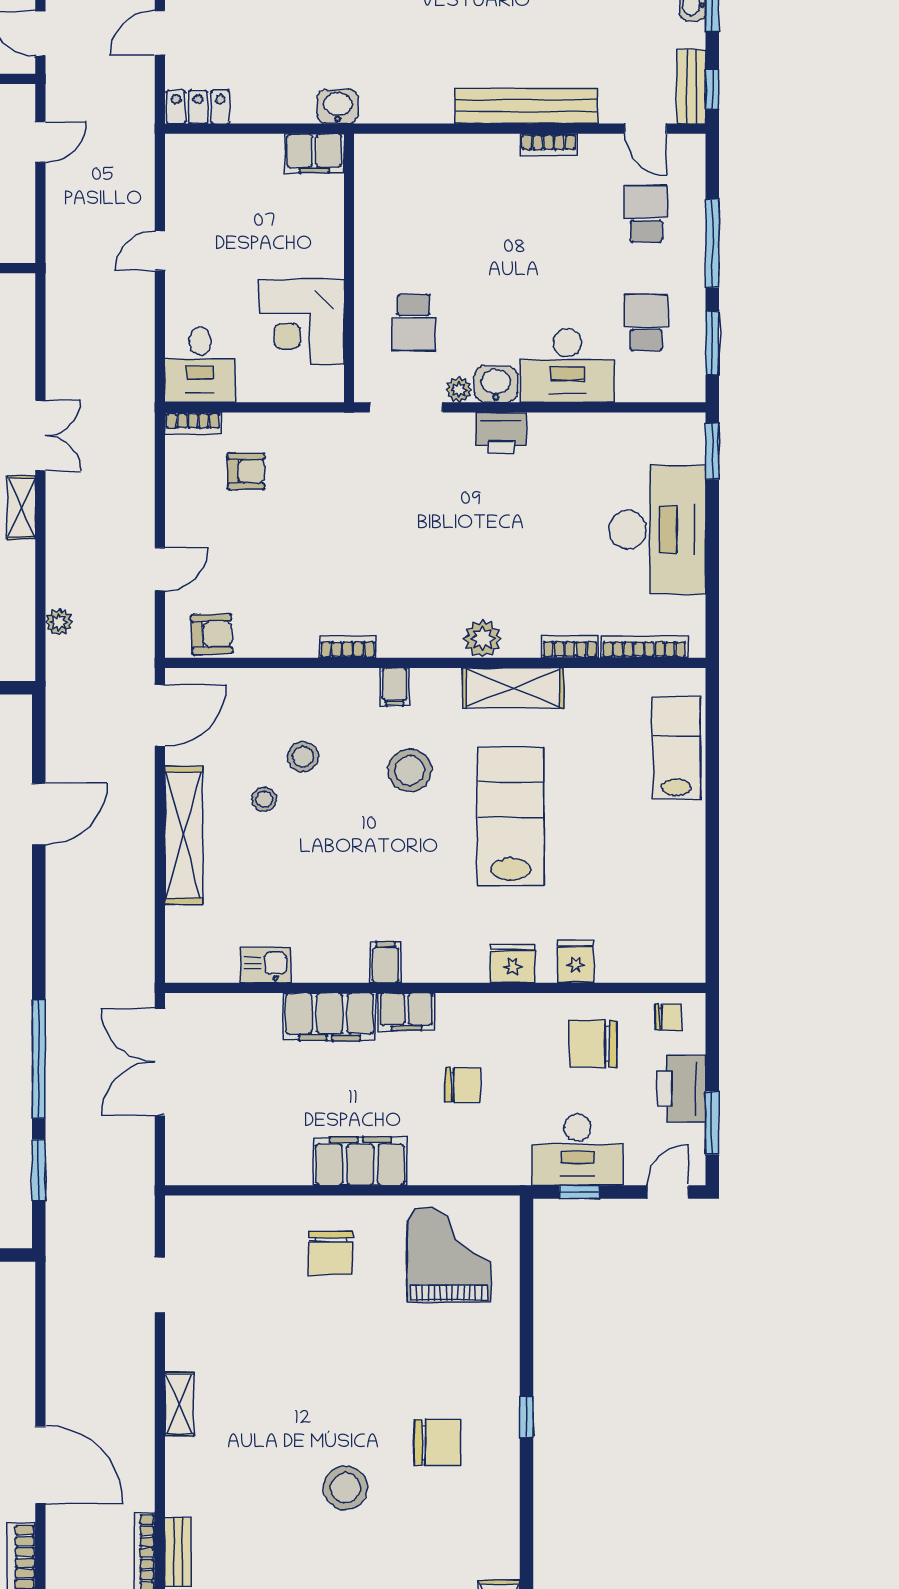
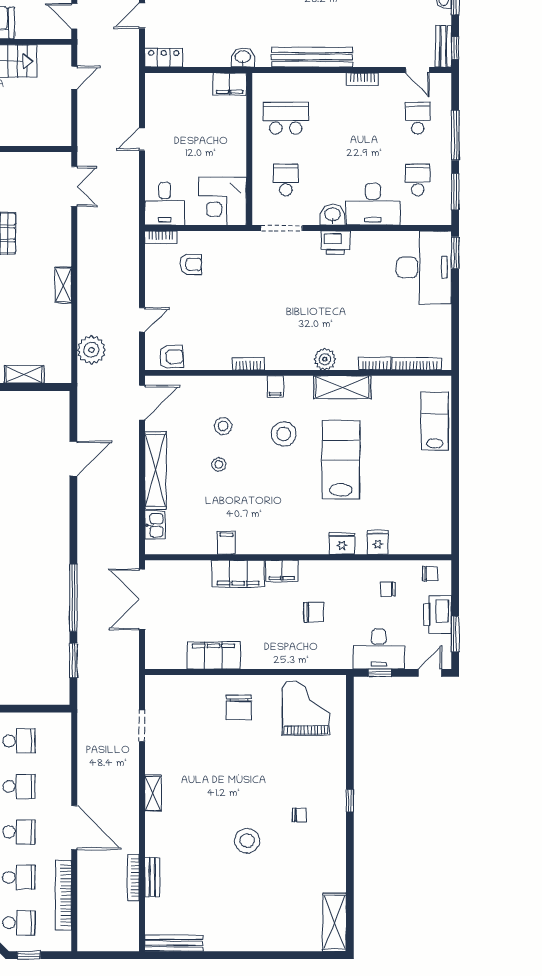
bench: (526, 106) -> (312, 57), moved
school desk: (414, 214) -> (286, 118), added
corner desk: (302, 322) -> (222, 201), moved
school desk: (414, 322) -> (286, 180), turned 180
plant: (459, 390) -> (312, 218), removed
double door: (40, 436) -> (74, 186), moved
desk: (657, 530) -> (424, 267), moved
plant: (59, 622) -> (91, 350), width x1.88, depth x1.88
stool: (264, 799) -> (219, 464), moved
filing cabinet: (386, 962) -> (226, 543), moved
kitchen sink: (266, 965) -> (155, 525), moved, turned 90
chair: (593, 1044) -> (388, 589), width x0.54, depth x0.54
filing cabinet: (360, 1161) -> (213, 655), moved
chair: (438, 1442) -> (299, 815), width x0.54, depth x0.54

